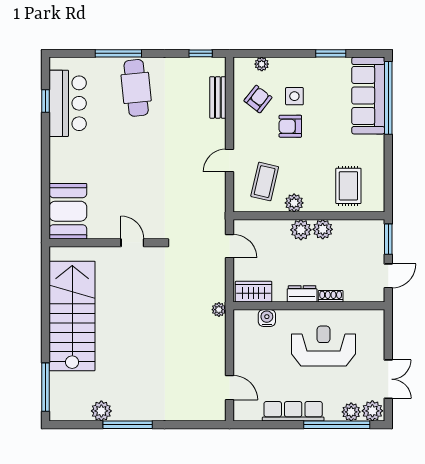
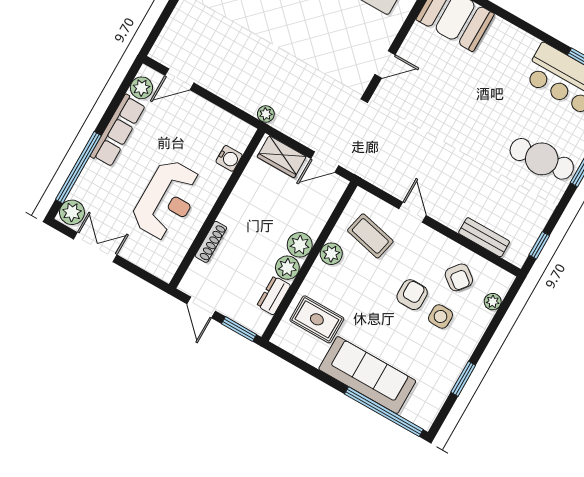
sofa: (368, 96) -> (367, 375), moved
wardrobe: (254, 292) -> (282, 157), moved, turned 90
dresser: (302, 294) -> (274, 295), moved, turned 180
shoe rack: (331, 296) -> (211, 242), width x1.43
double door: (388, 379) -> (95, 247), swing flipped
plant: (351, 412) -> (141, 88), moved

